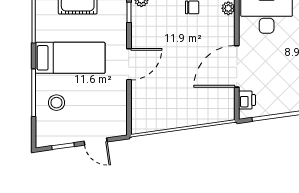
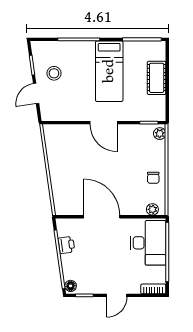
printer: (247, 100) -> (66, 245), moved, turned -98
stool: (56, 103) -> (54, 73), moved

